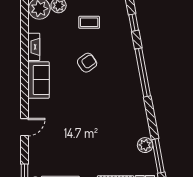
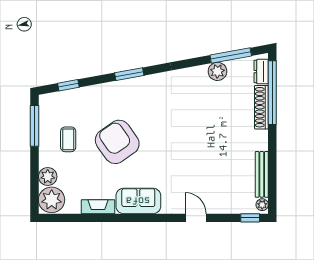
armchair: (87, 63) -> (117, 142), width x1.88, depth x1.88
window: (143, 73) -> (129, 74), width x0.47

